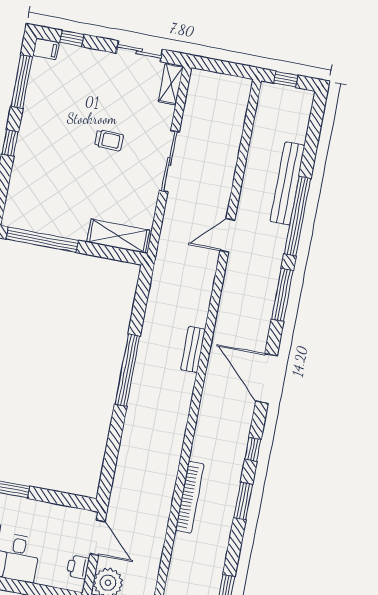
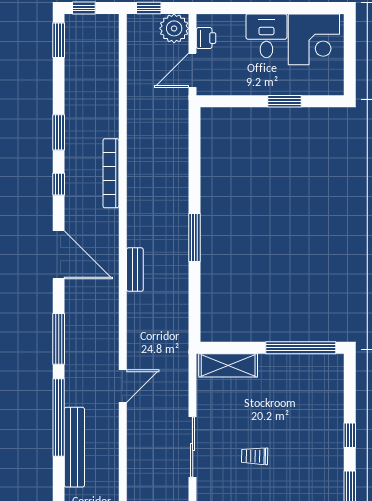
window: (127, 370) -> (194, 237), width x0.68
bookcase: (190, 497) -> (111, 173), moved
door: (97, 538) -> (193, 70), hinge flipped

